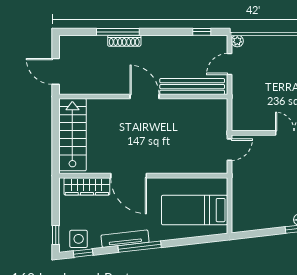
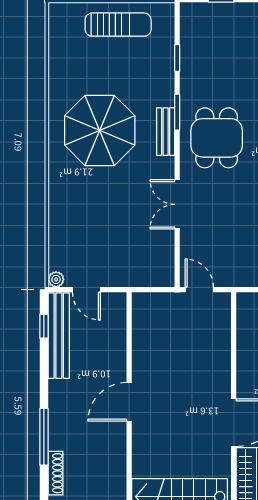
shoe rack: (124, 41) -> (56, 473), moved
bench: (192, 87) -> (59, 336), moved

